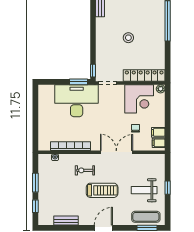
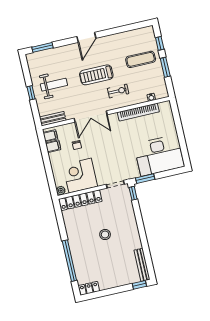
desk: (77, 101) -> (159, 155), moved
exercise mat: (146, 217) -> (141, 59), moved
bench: (66, 221) -> (53, 119), moved

